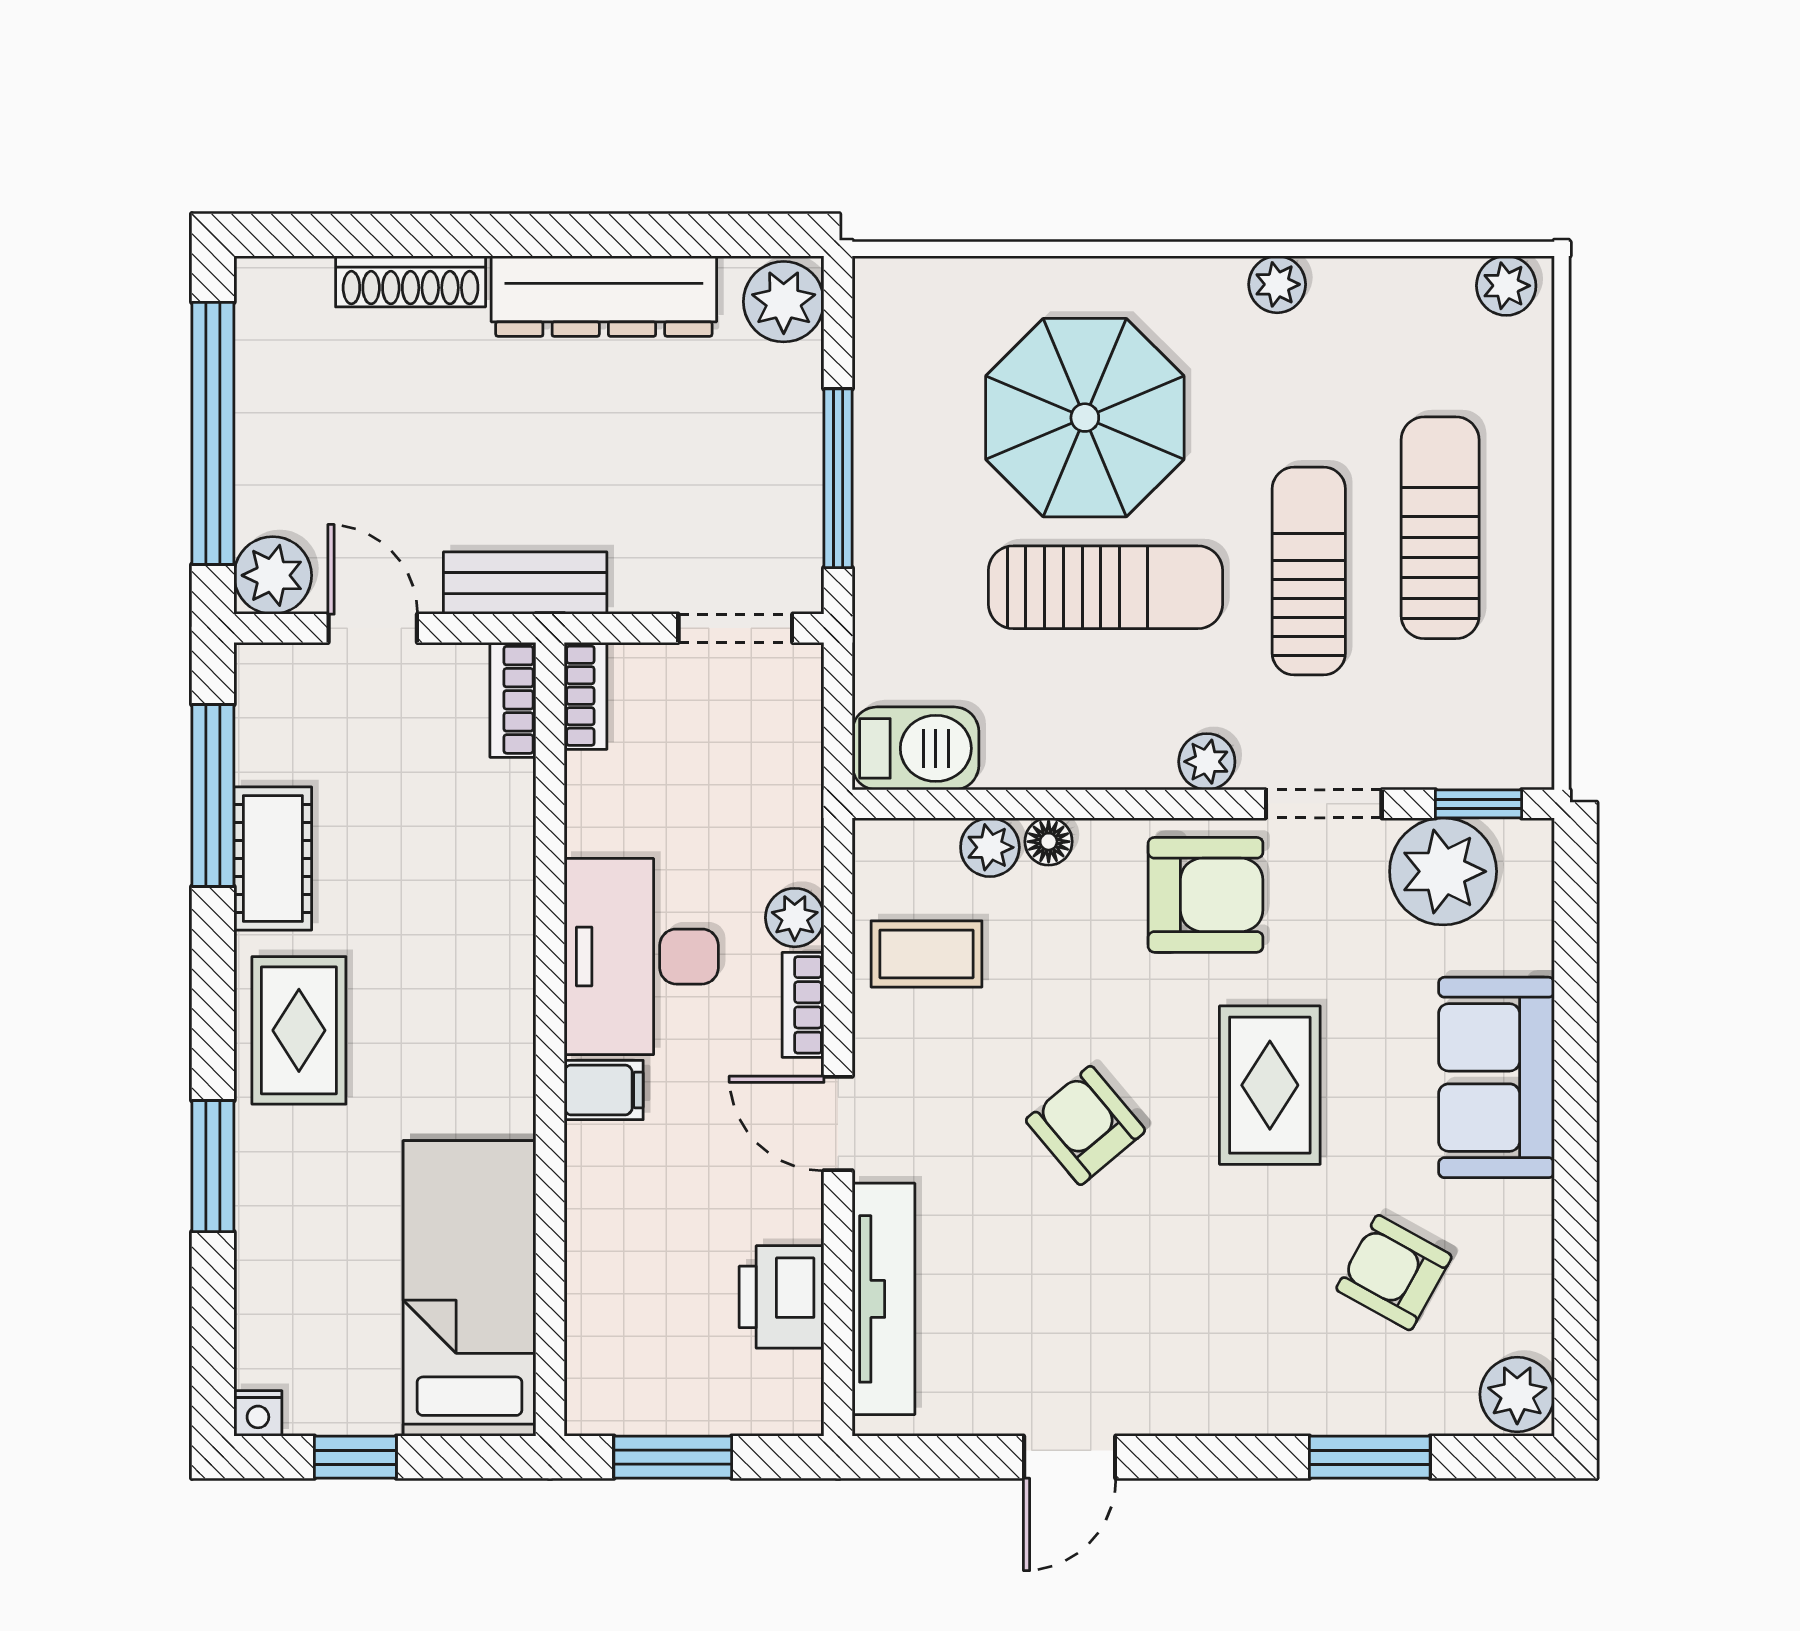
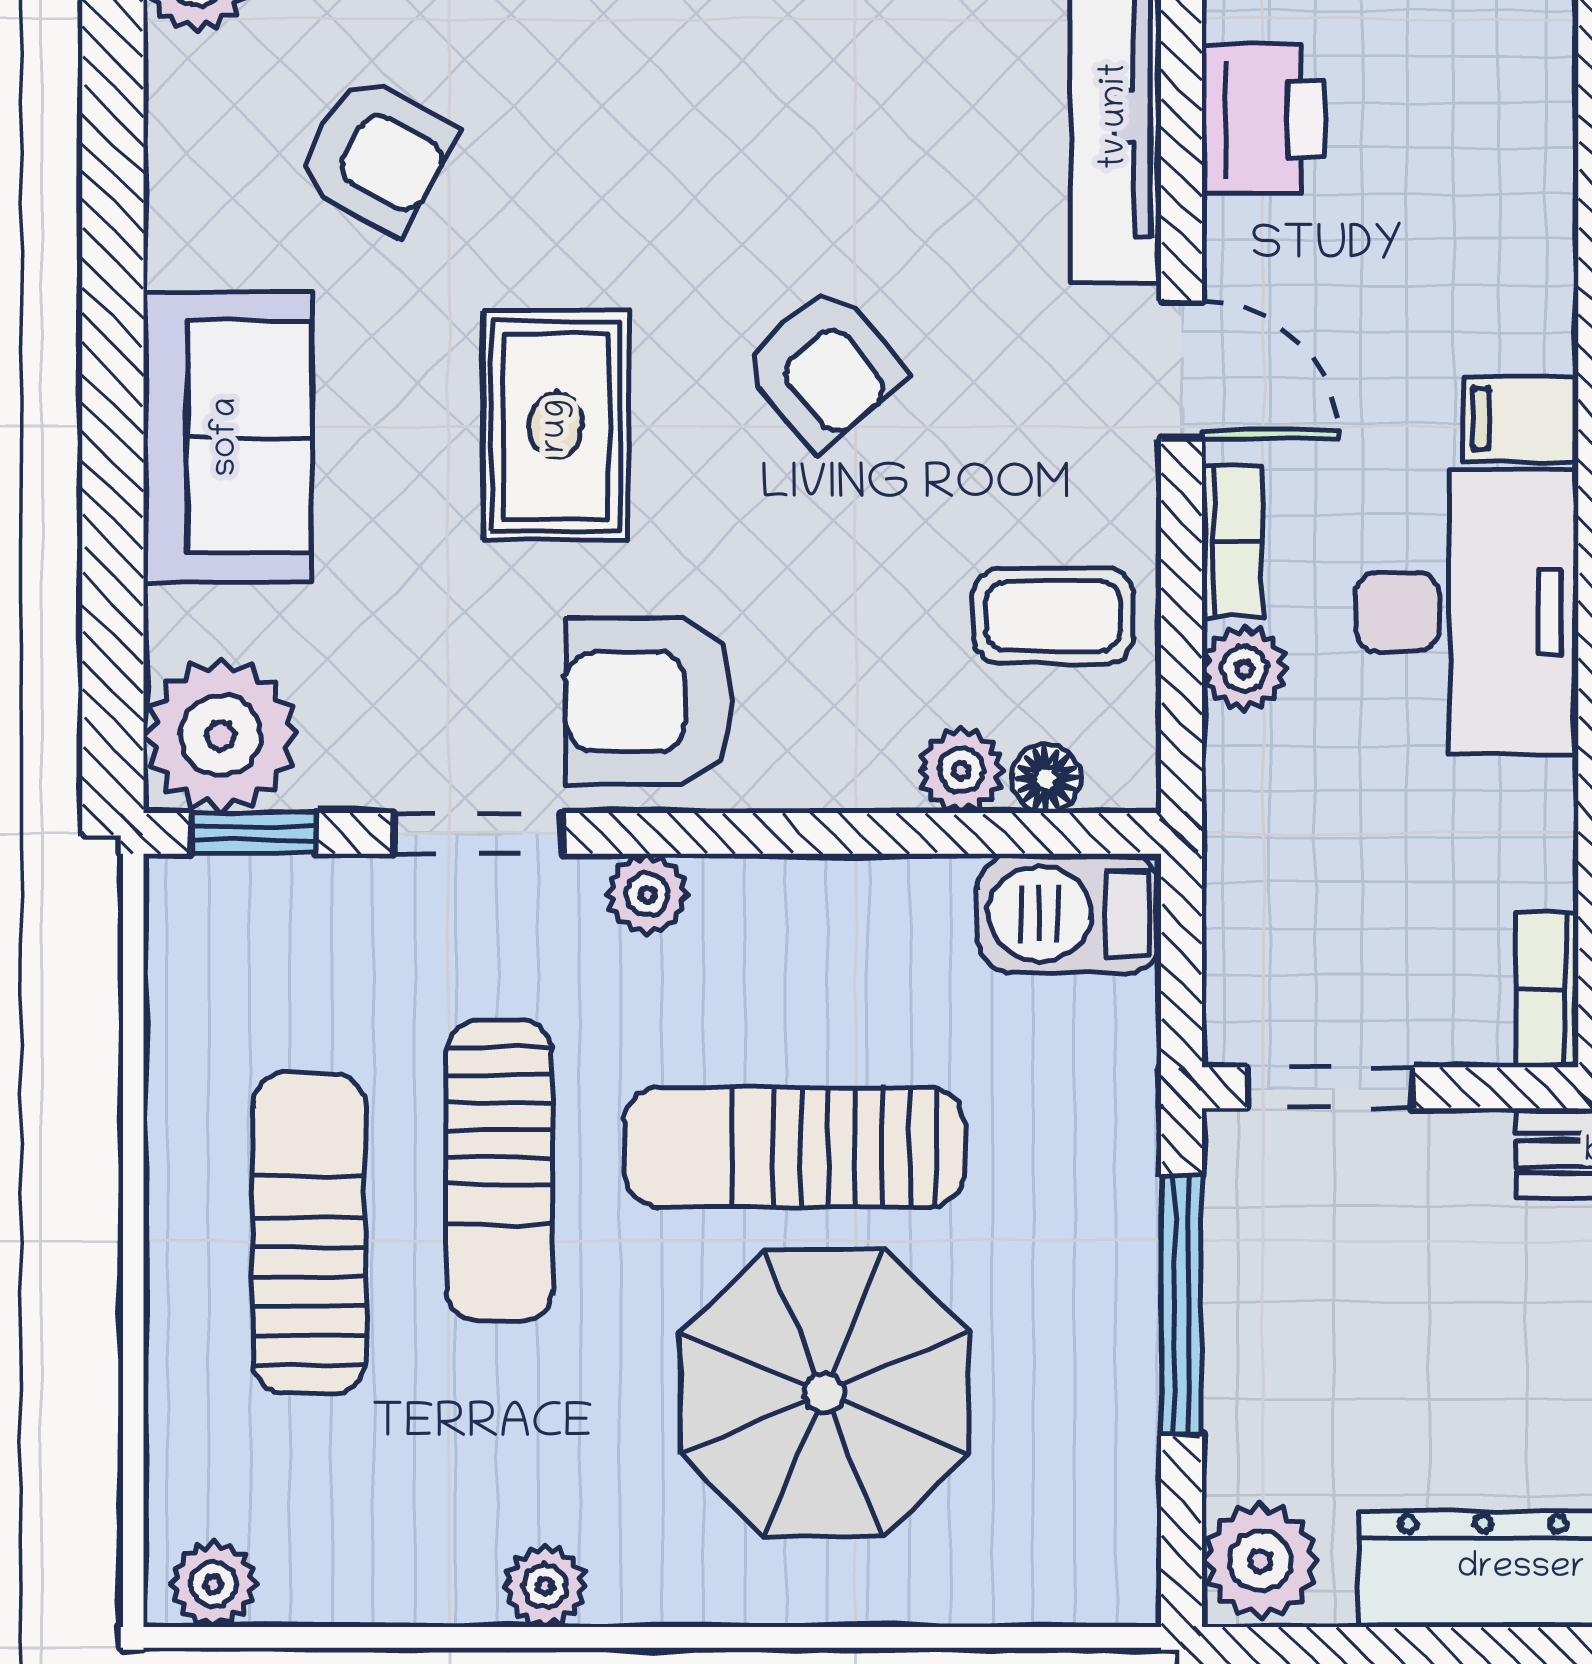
sun lounger: (1440, 528) -> (309, 1233), turned 180
floor lamp: (1049, 842) -> (1046, 779), moved
plant: (1443, 871) -> (221, 735), moved

